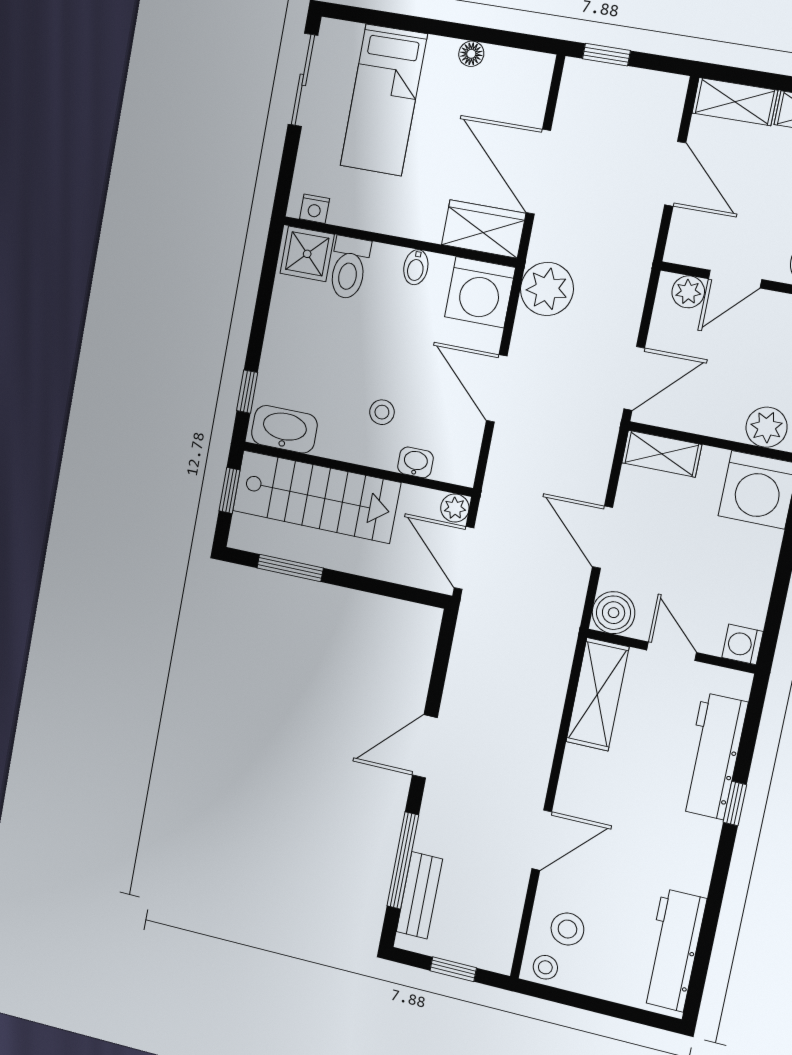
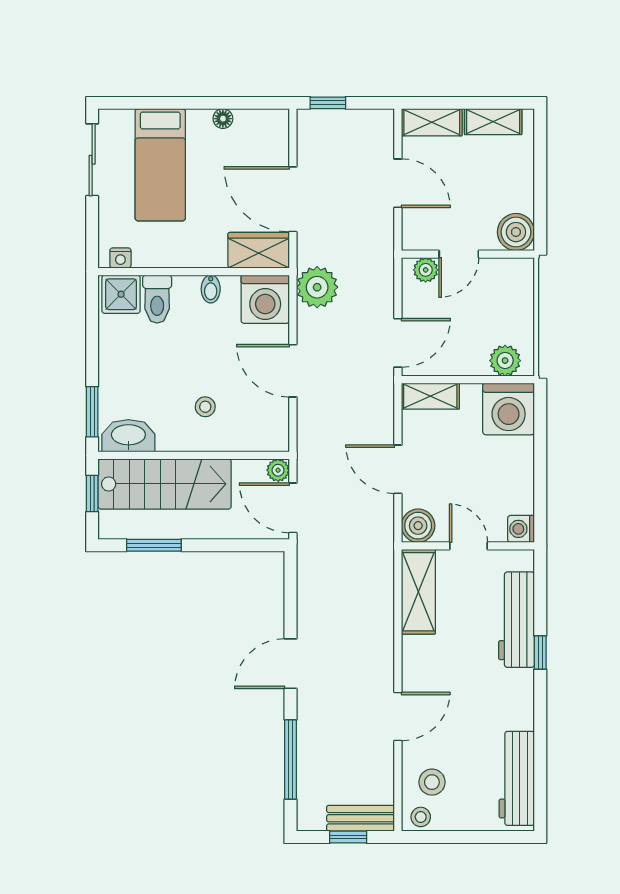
window: (247, 392) -> (92, 412), width x1.50
washbasin: (415, 462) -> (240, 441), removed
bench: (419, 895) -> (361, 818), moved, turned 90

